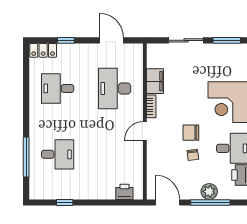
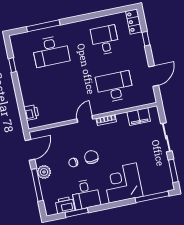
filing cabinet: (155, 81) -> (139, 117), moved
door: (145, 131) -> (85, 119), hinge flipped
desk: (58, 154) -> (51, 51), width x1.37
plant: (209, 191) -> (44, 172), moved

